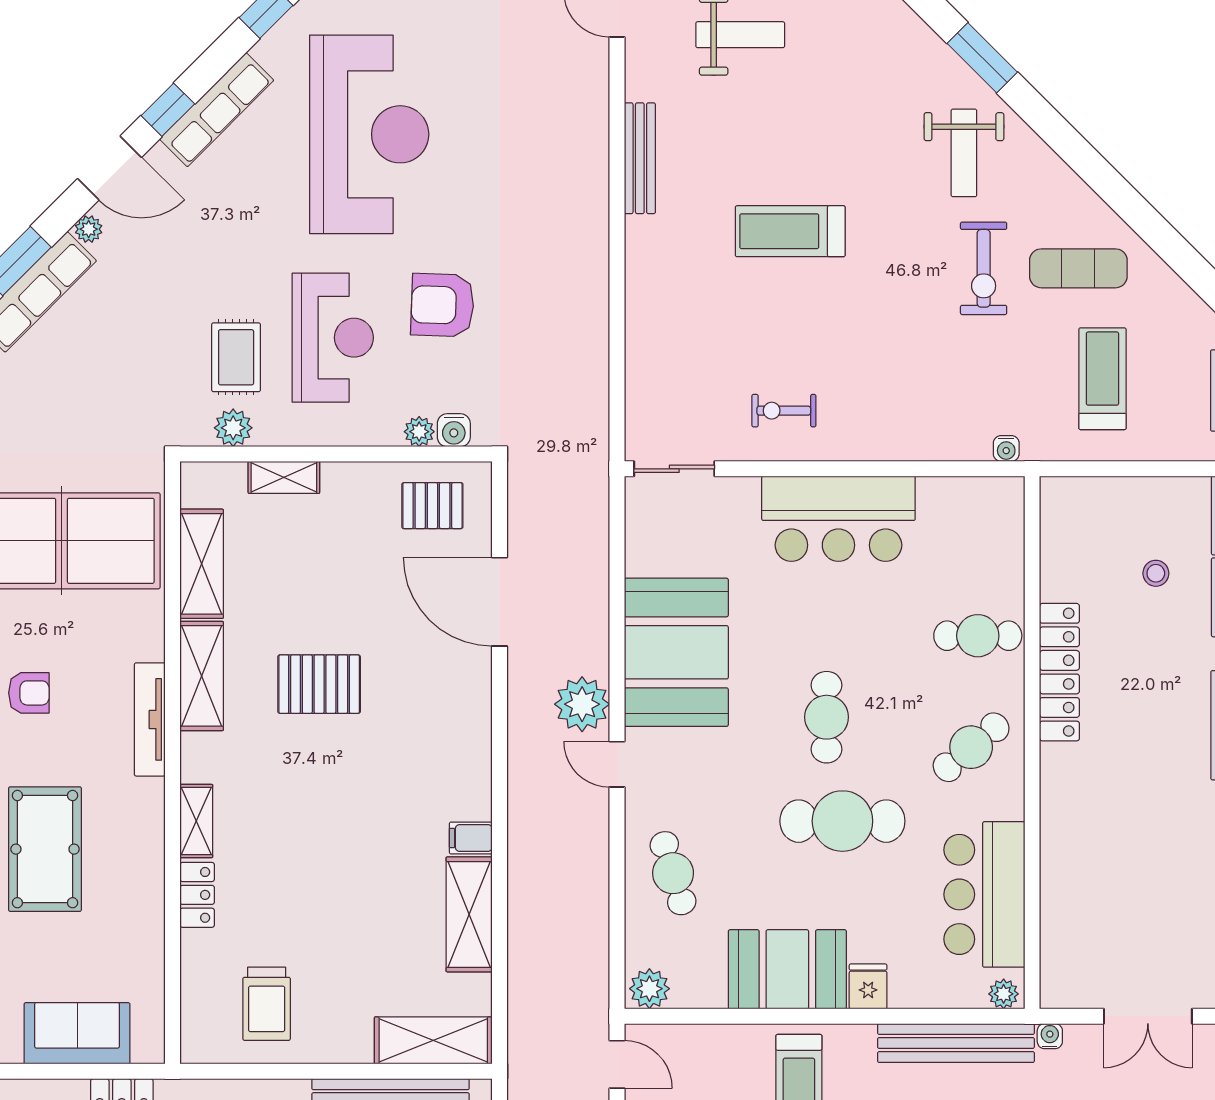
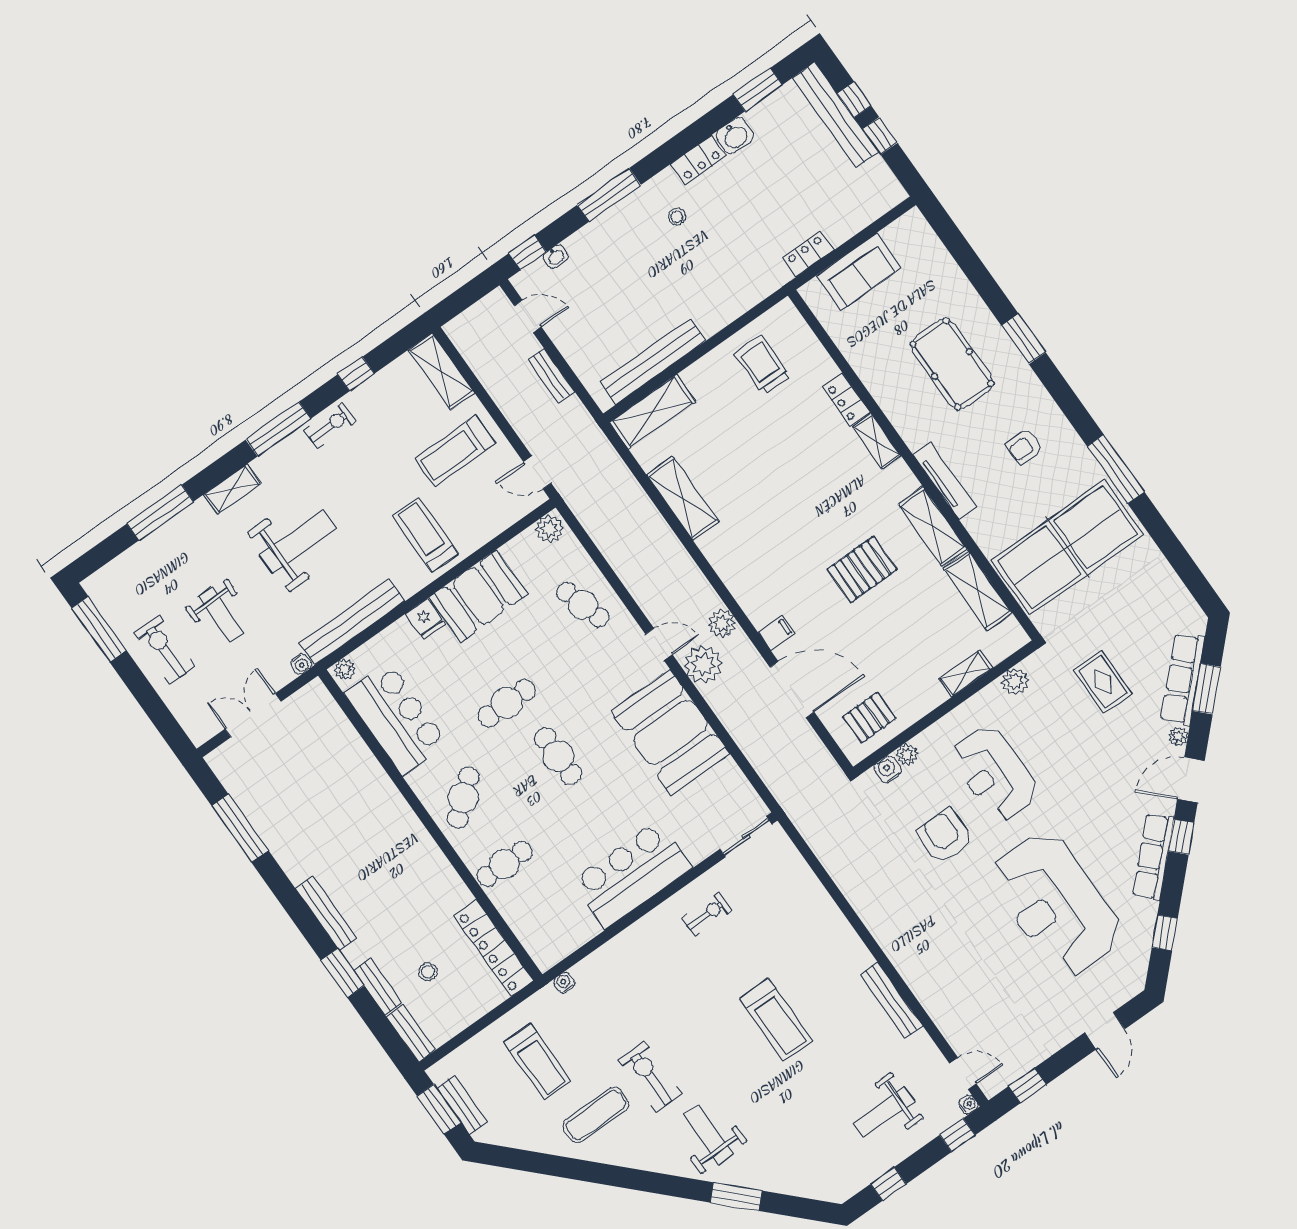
treadmill: (790, 231) -> (776, 1020), turned 90
armchair: (442, 305) -> (945, 836), turned -92
rug: (236, 357) -> (1103, 682), moved
locker: (1059, 672) -> (494, 948), moved
plant: (526, 737) -> (722, 623), added
cafe table: (842, 821) -> (507, 703), width x0.73, depth x0.74
filing cabinet: (471, 838) -> (777, 633), moved

